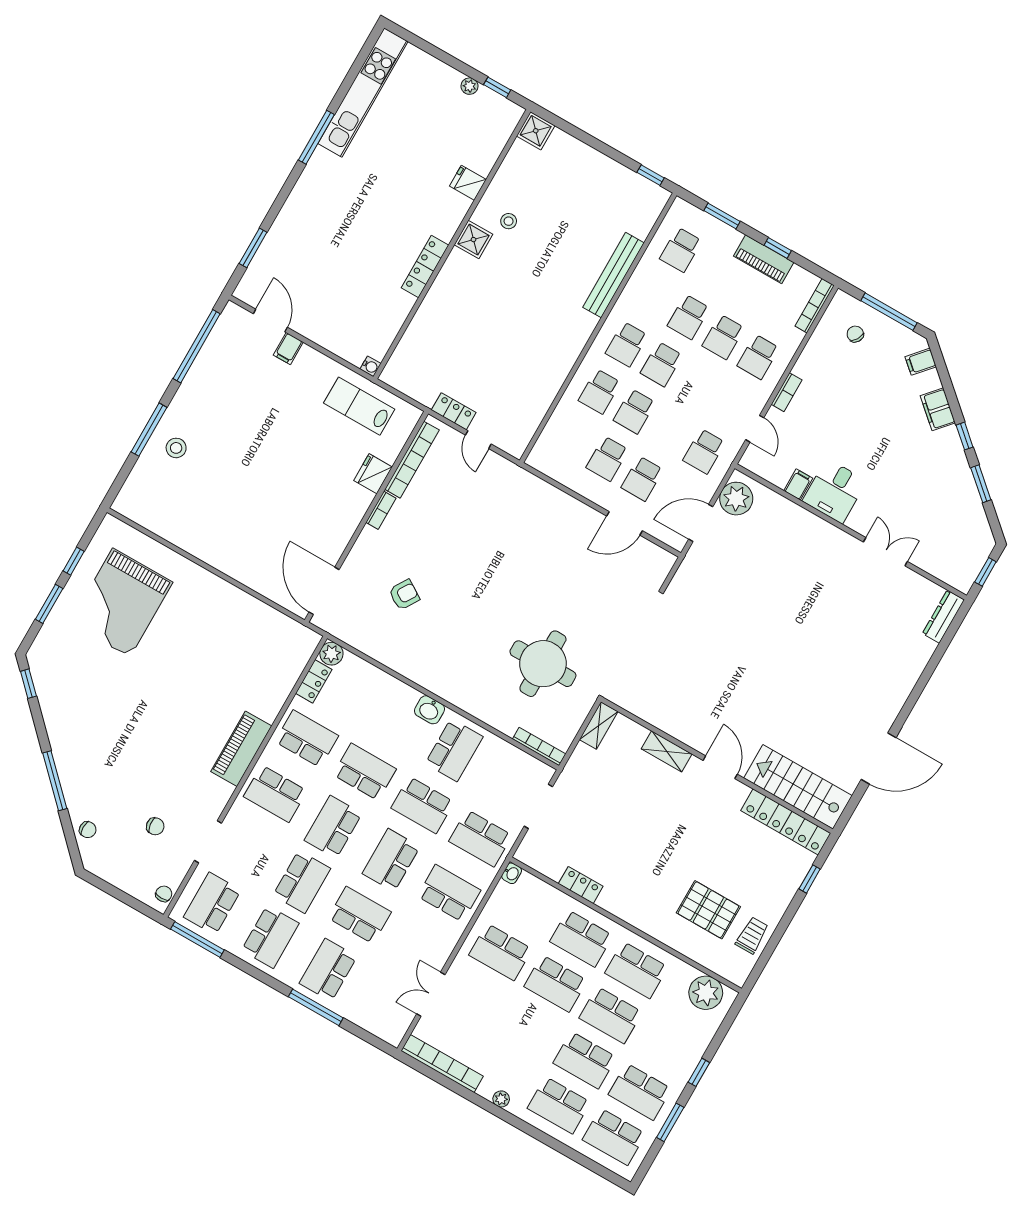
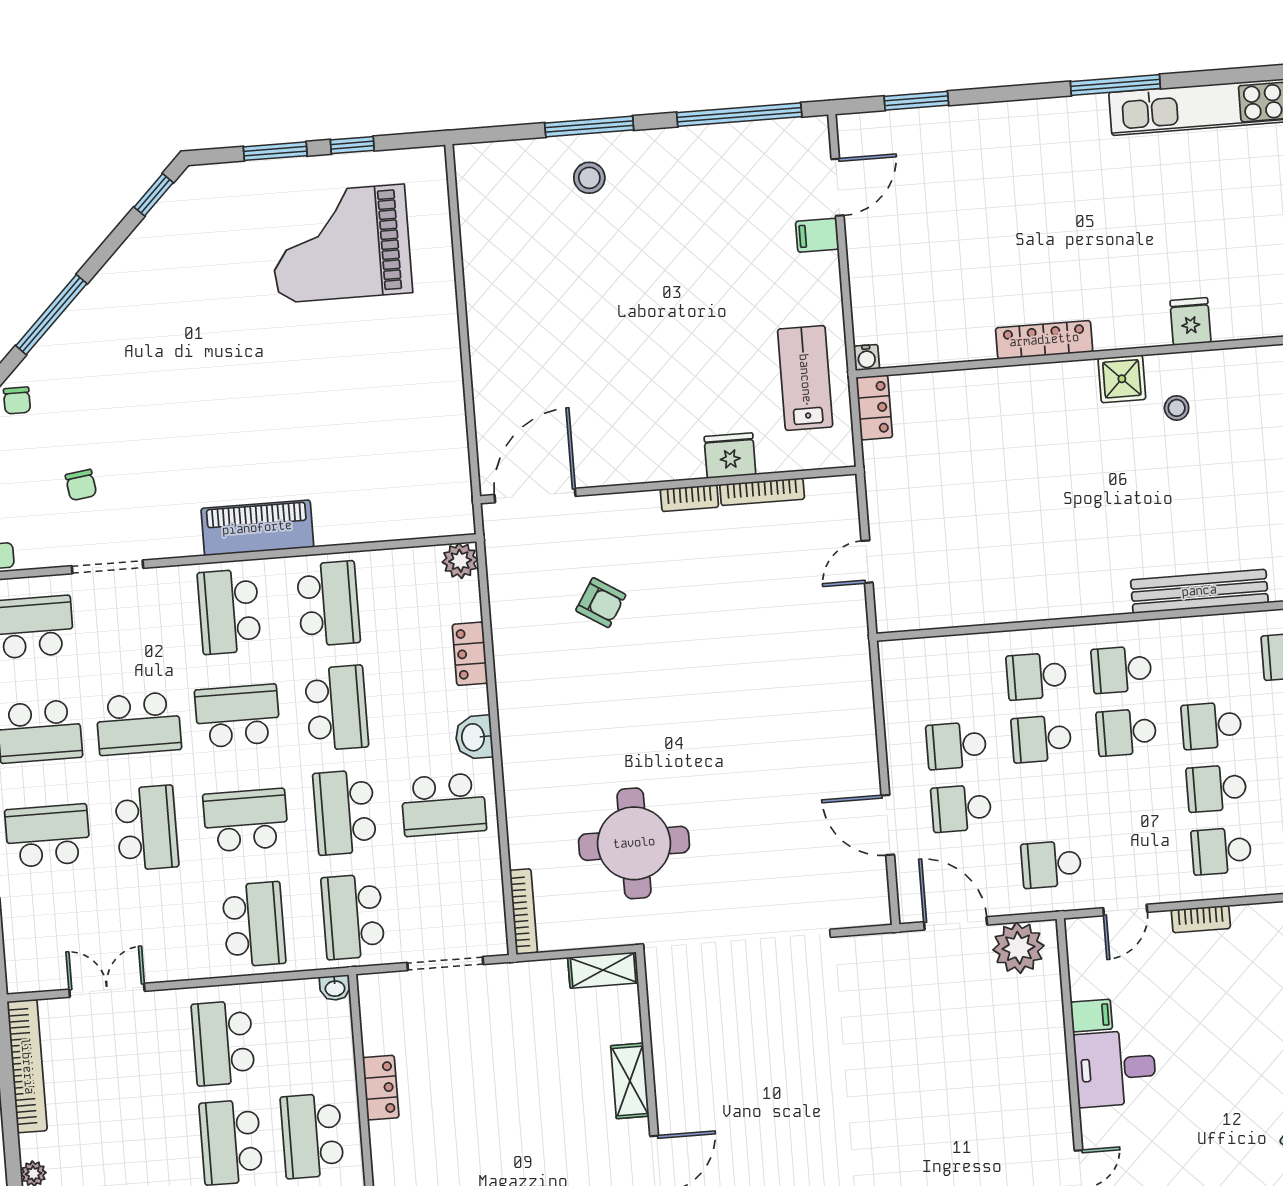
locker: (454, 411) -> (874, 407), moved
bookcase: (412, 460) -> (762, 492), width x0.68, depth x0.76
locker: (314, 681) -> (470, 654), moved, turned 90

